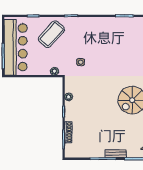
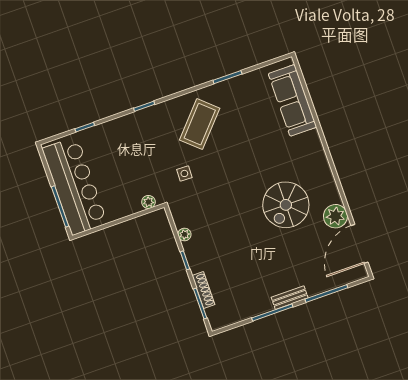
coffee table: (51, 34) -> (200, 124), moved

